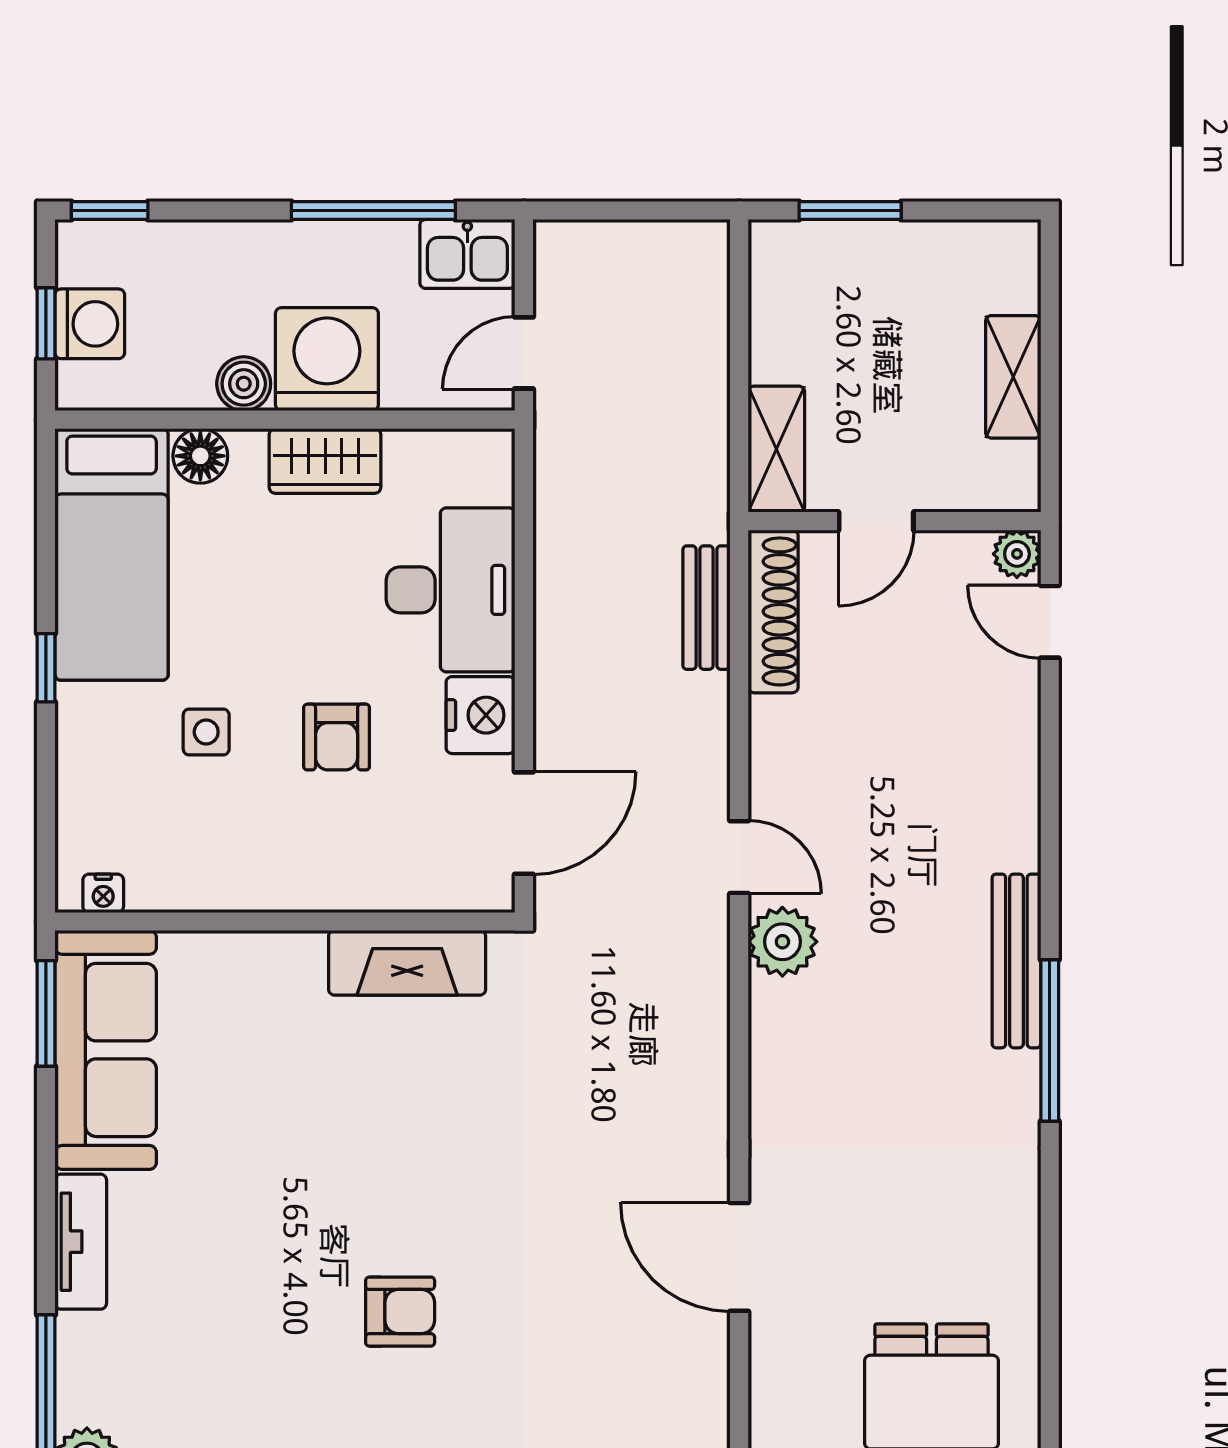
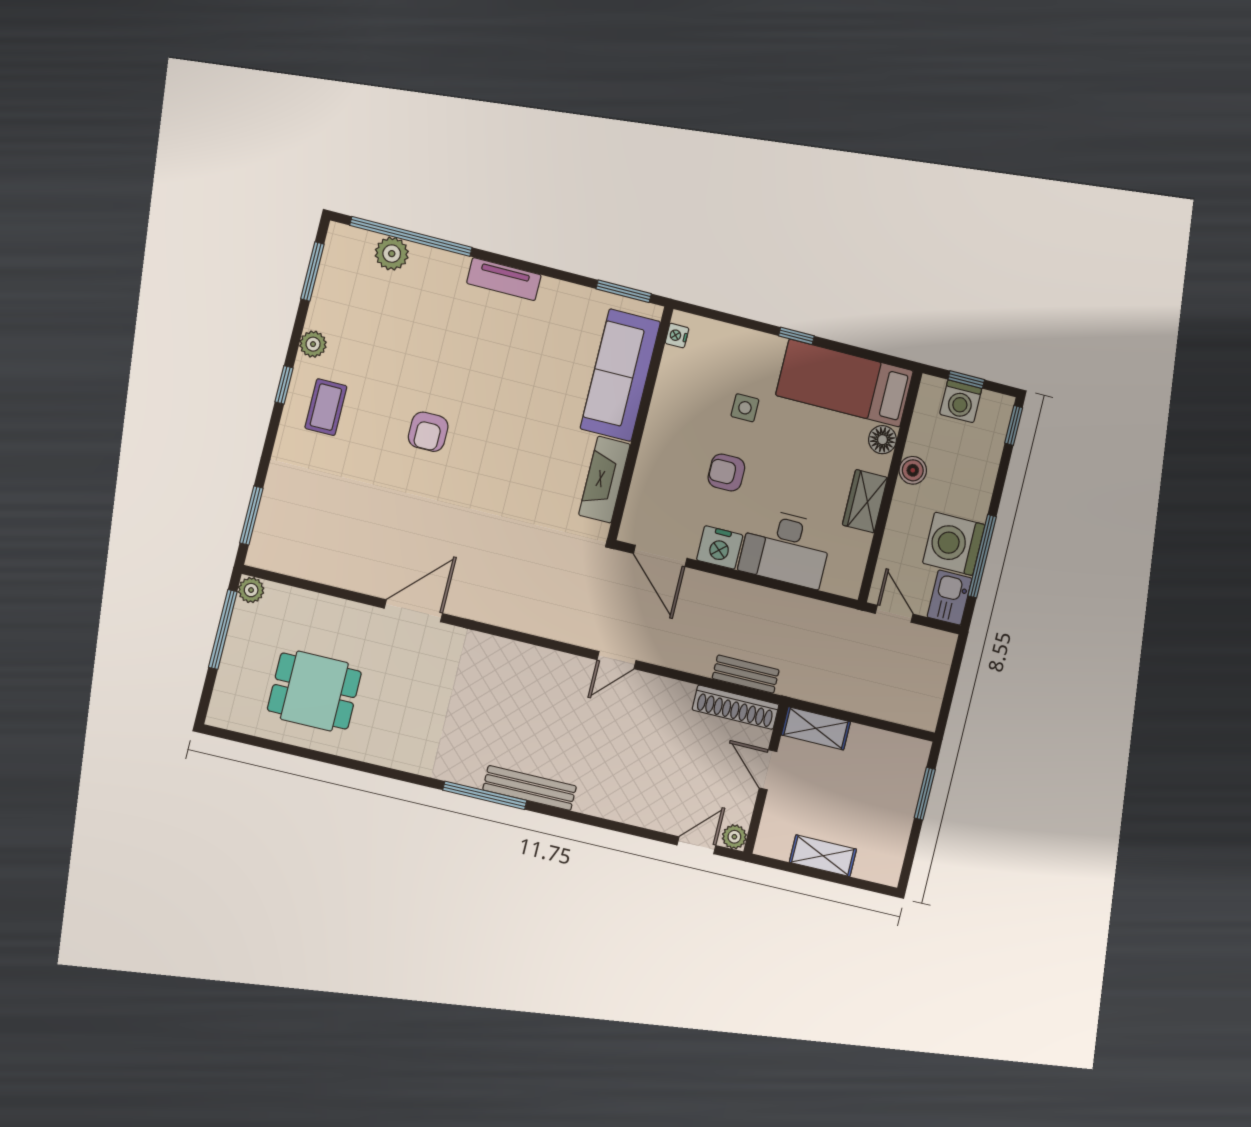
washing machine: (327, 359) -> (954, 544), moved, turned 180
plant: (782, 942) -> (568, 672), removed
sofa: (106, 1050) -> (620, 375), moved, turned 90

